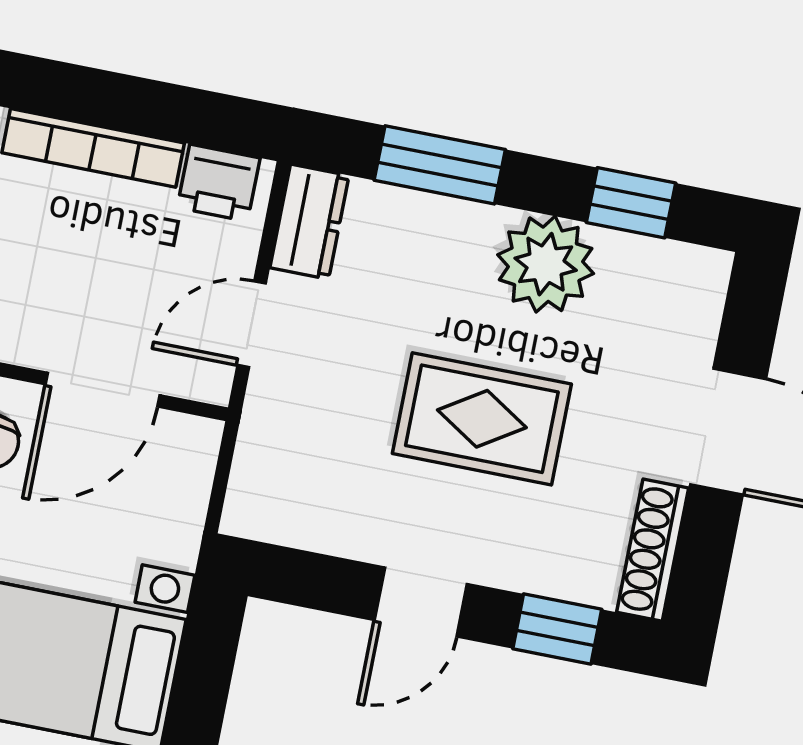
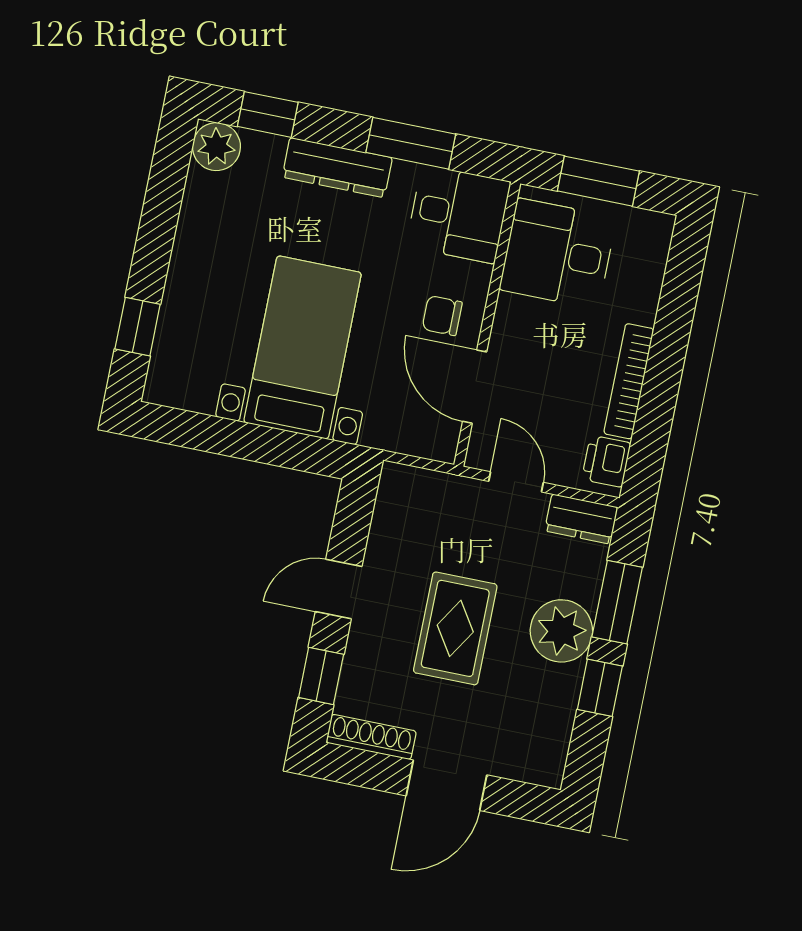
window: (631, 203) -> (600, 688), moved
plant: (546, 264) -> (561, 631), moved
door: (421, 602) -> (339, 589), hinge flipped

